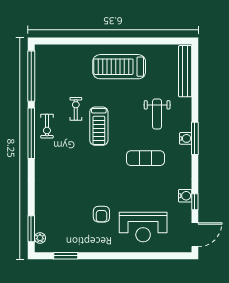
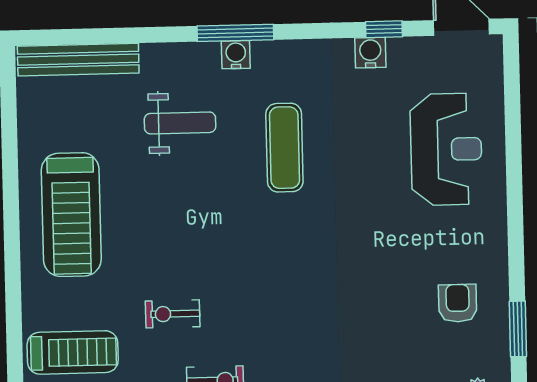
treadmill: (99, 126) -> (73, 352), moved
armchair: (101, 214) -> (458, 303), moved, turned -90

